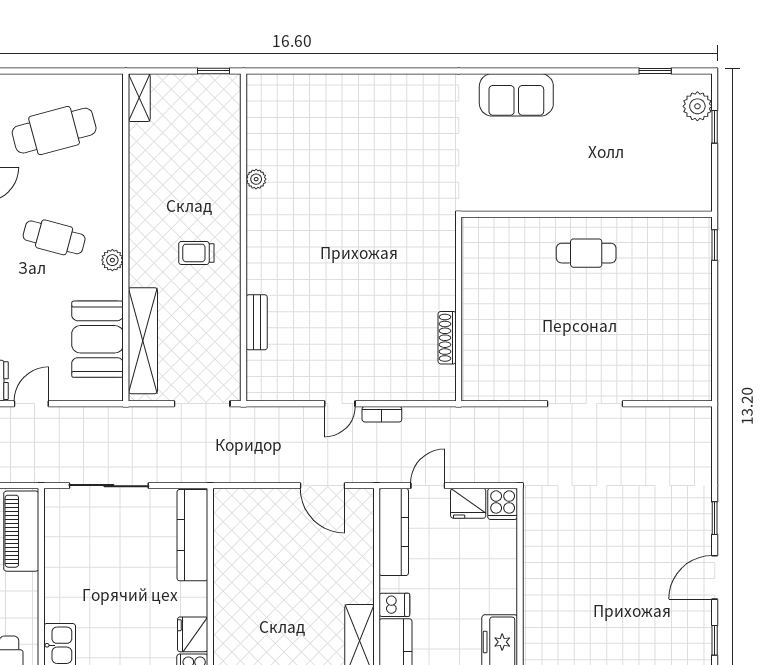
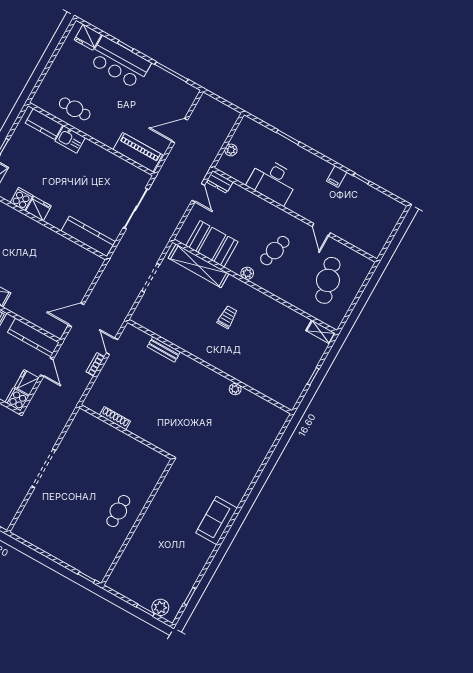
plant: (256, 179) -> (235, 389), moved
wall: (244, 237) -> (210, 367), moved
bench: (257, 322) -> (164, 349), moved

